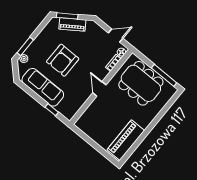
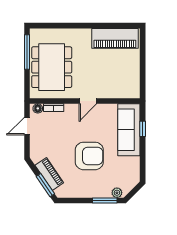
door: (116, 36) -> (27, 126), hinge flipped
sofa: (43, 87) -> (129, 130), moved

